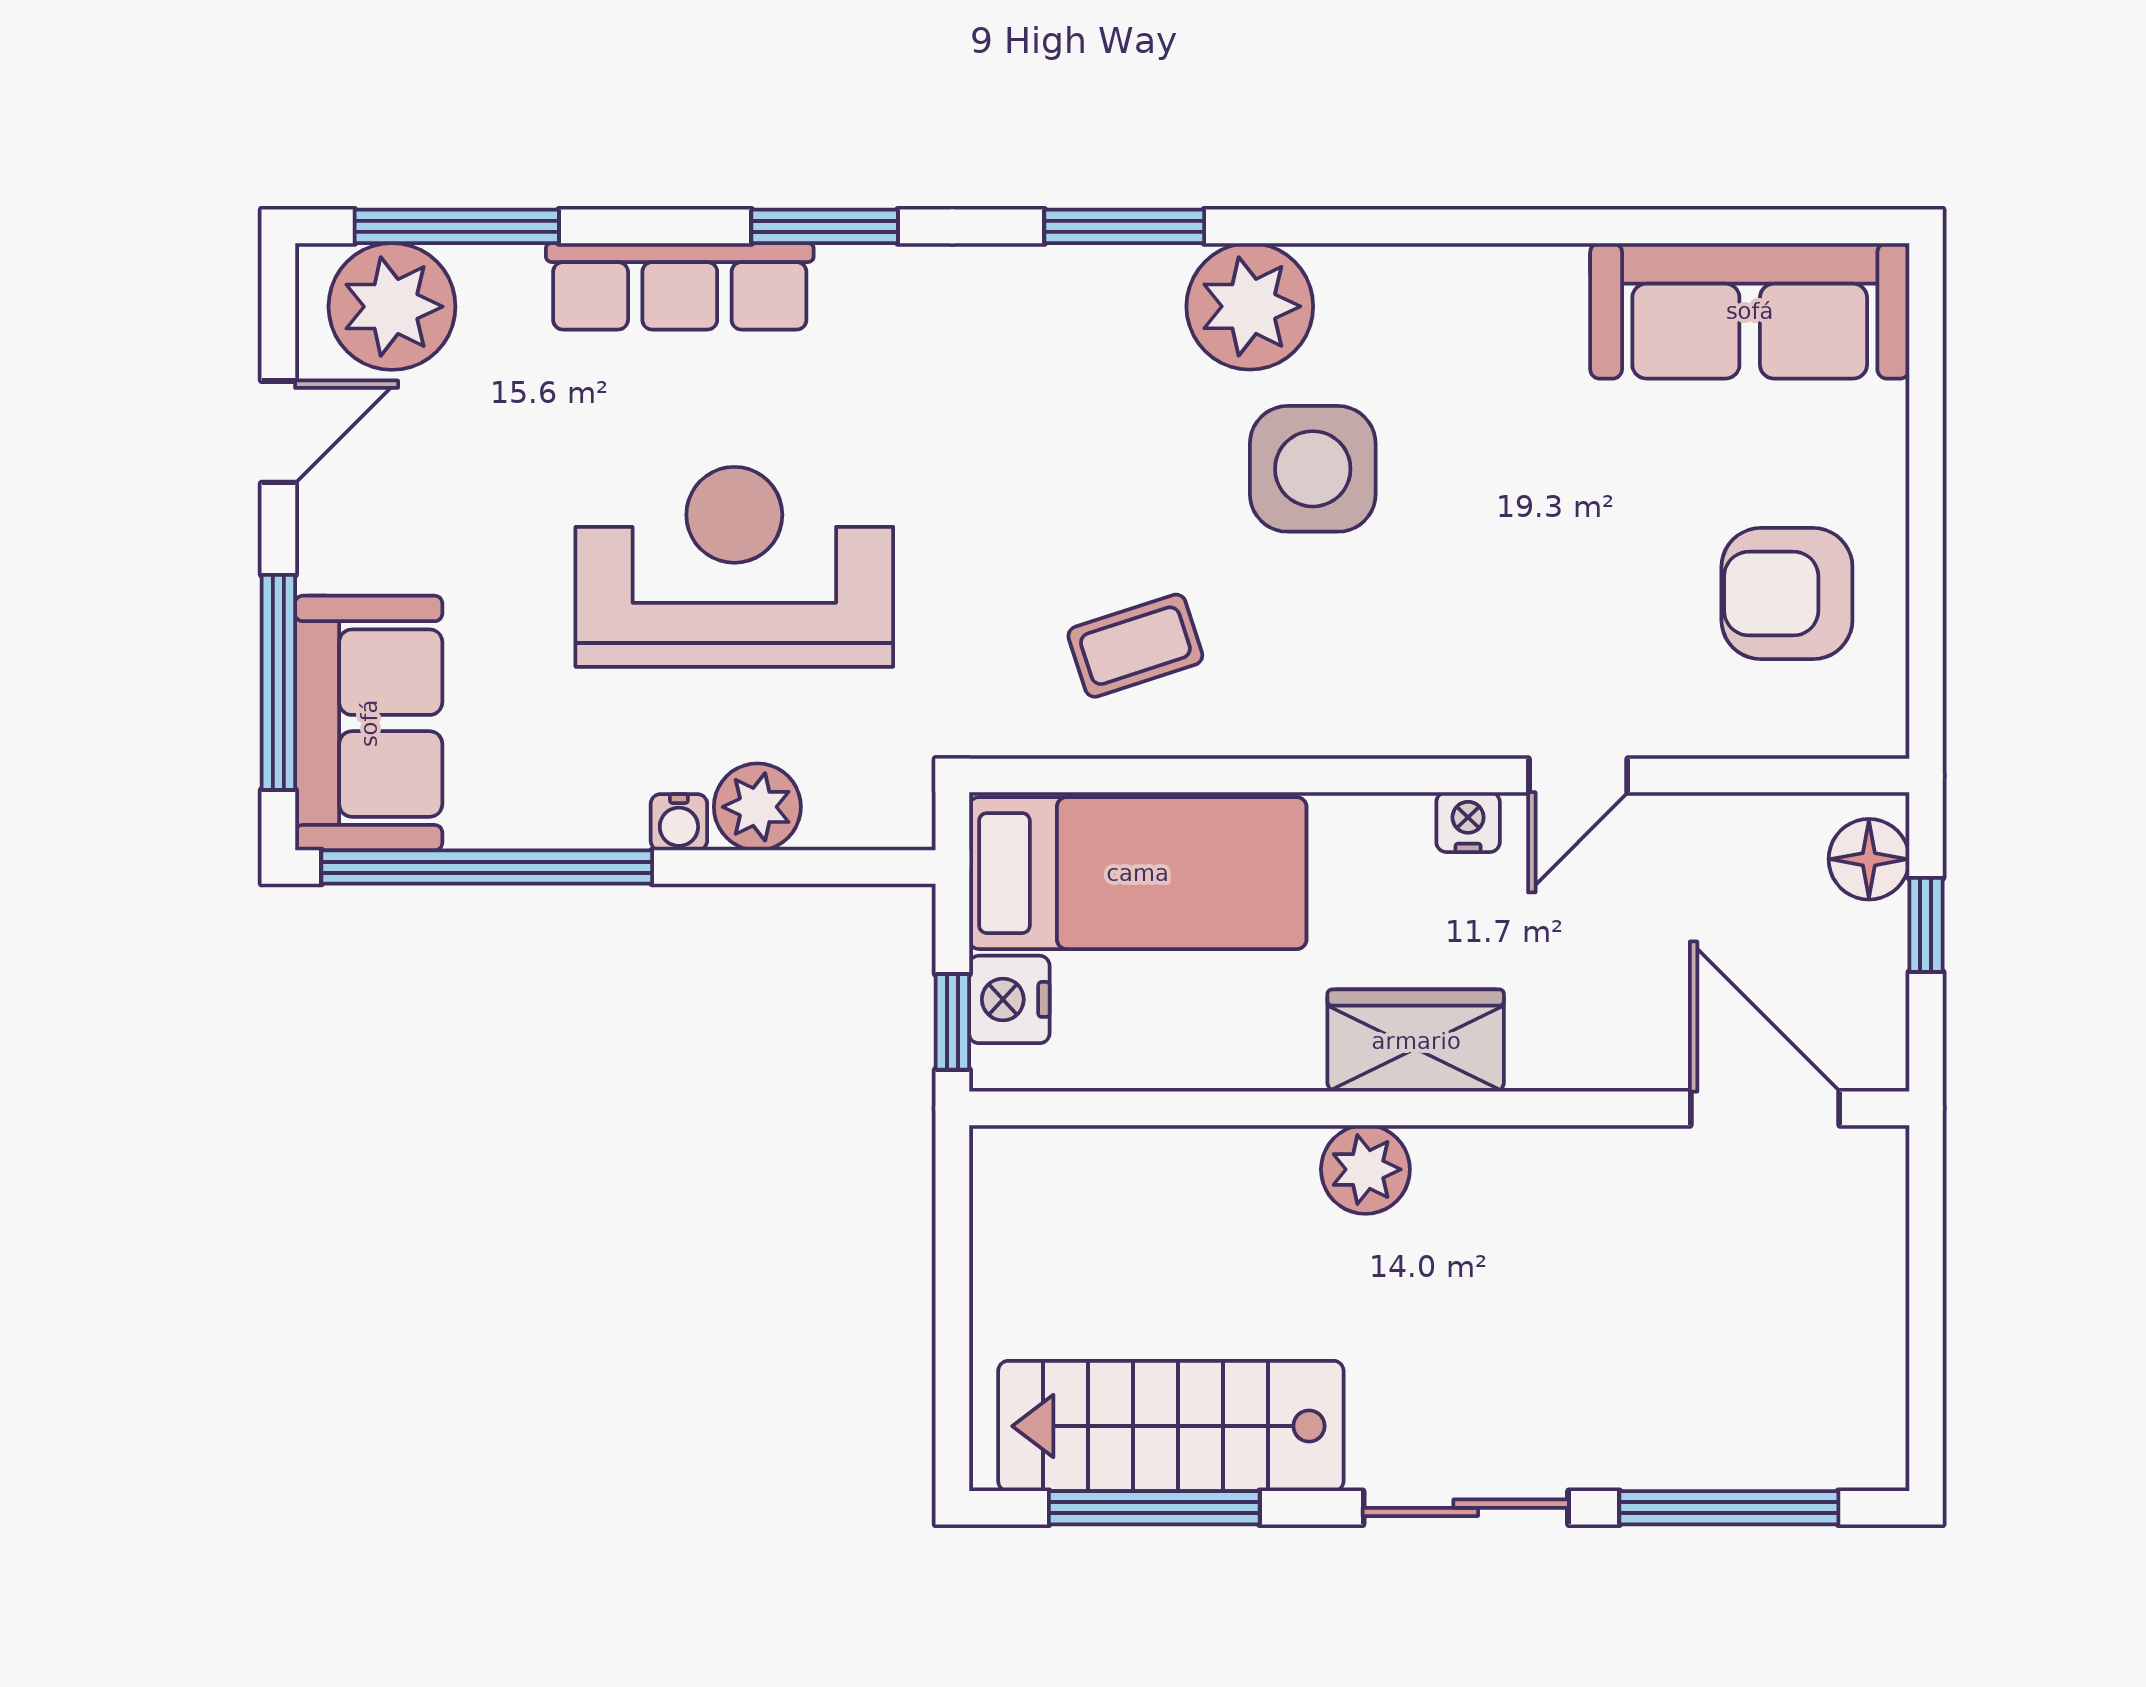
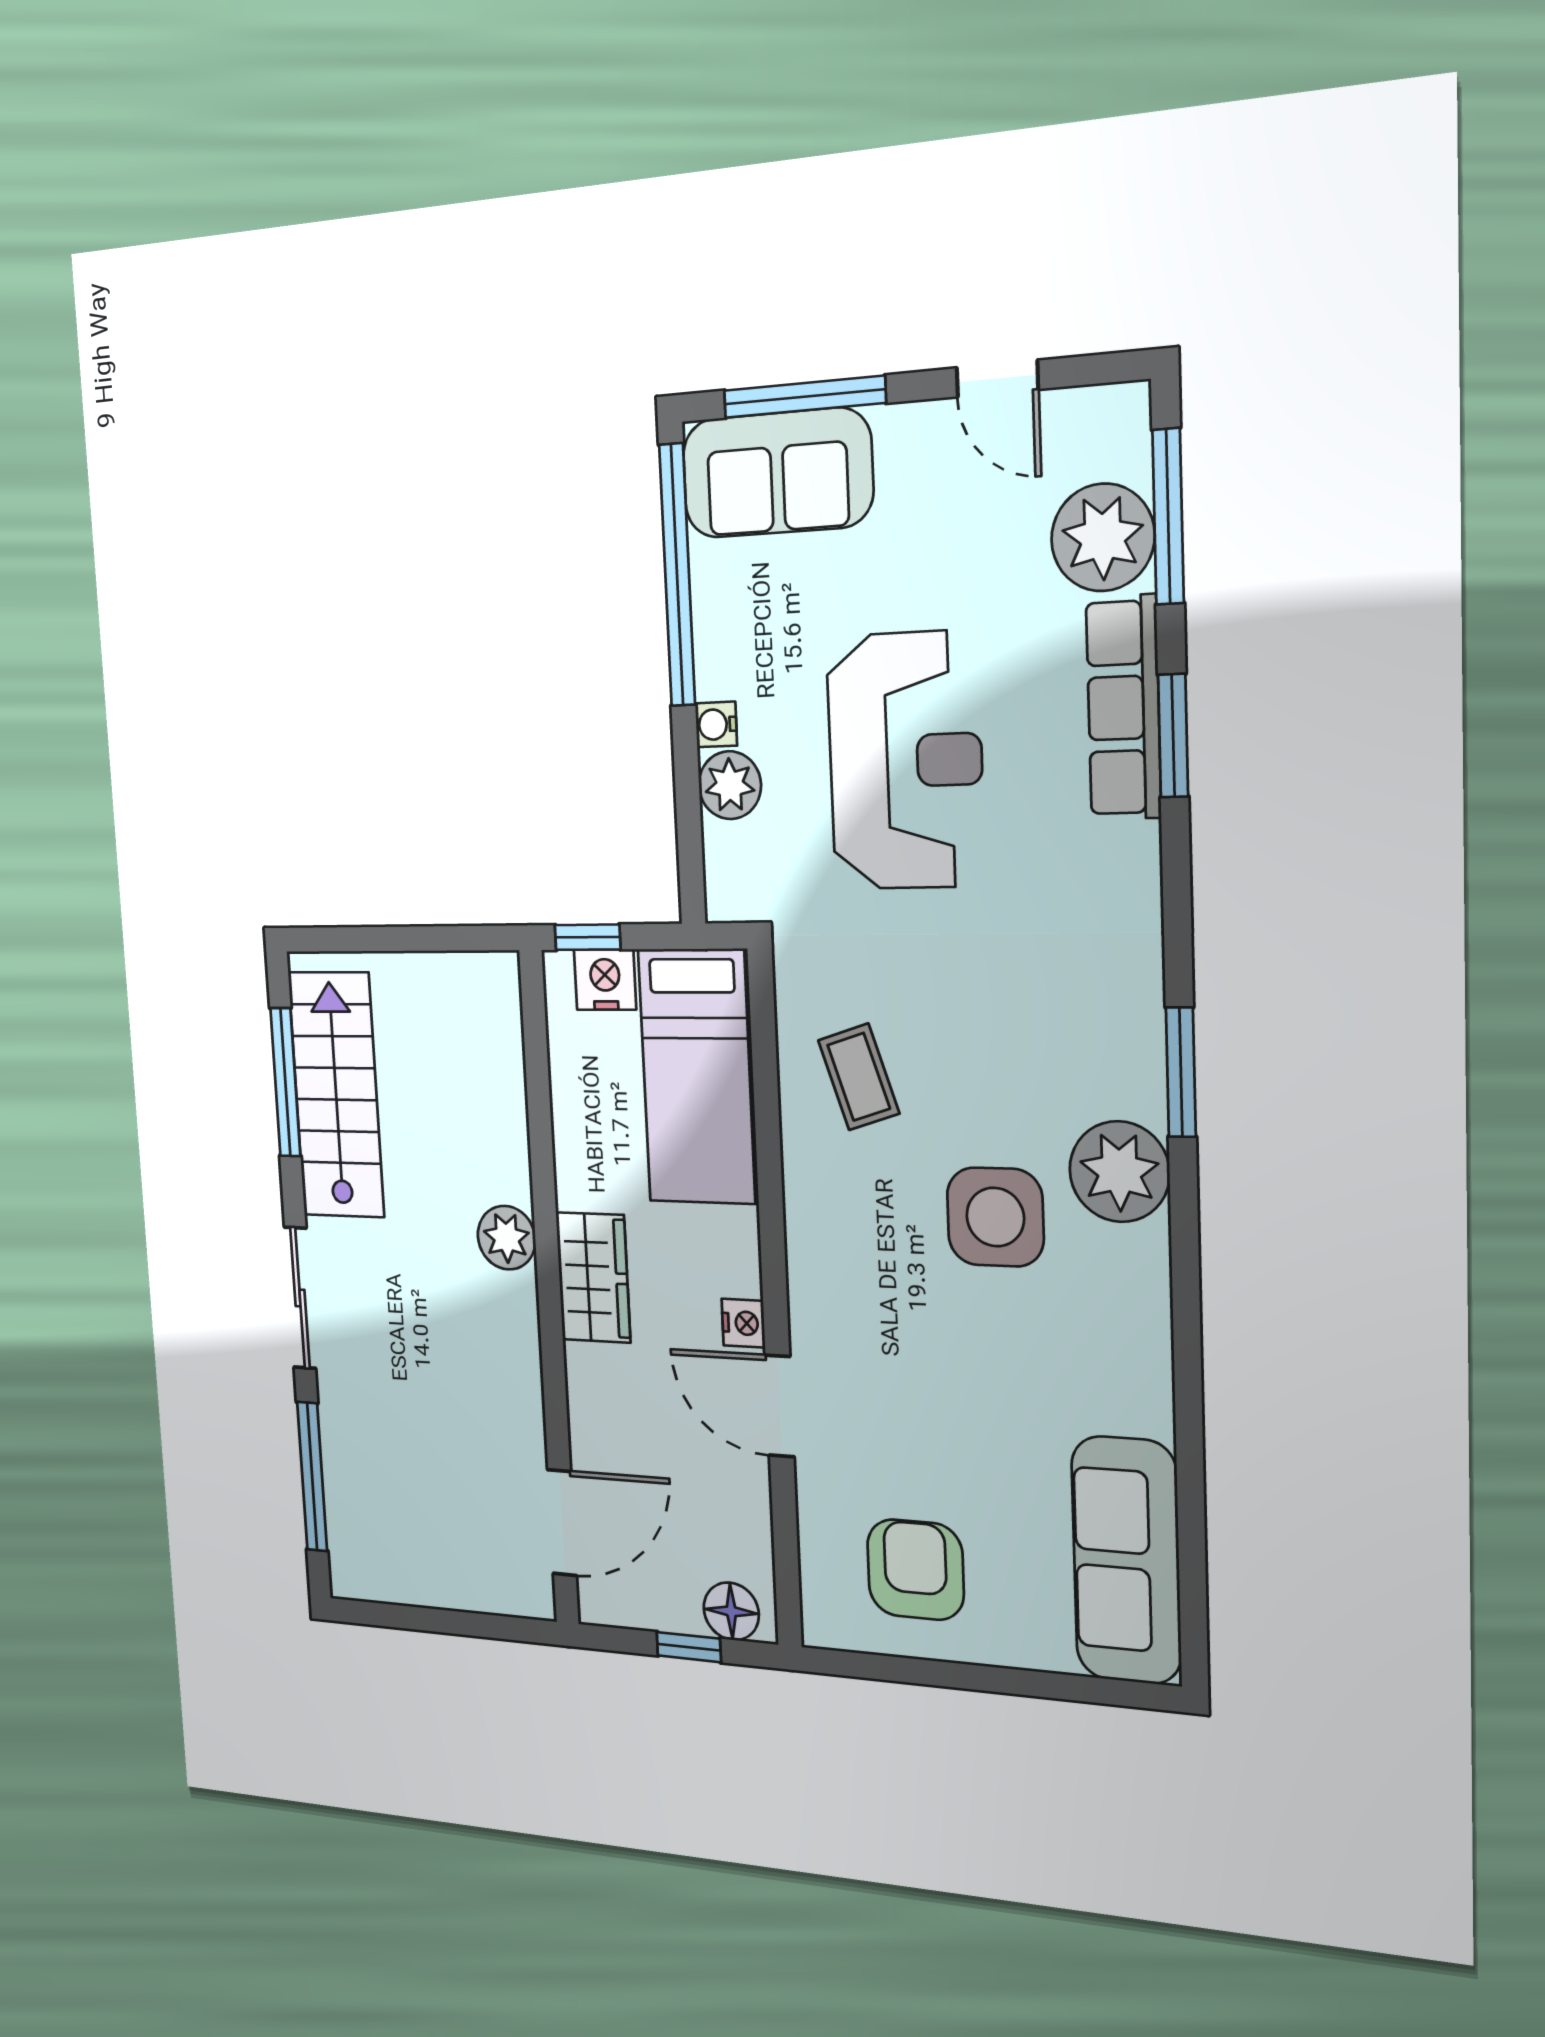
window: (825, 226) -> (1173, 736), moved
plant: (392, 307) -> (1103, 537), moved
door: (1578, 776) -> (780, 1406), width x1.38

